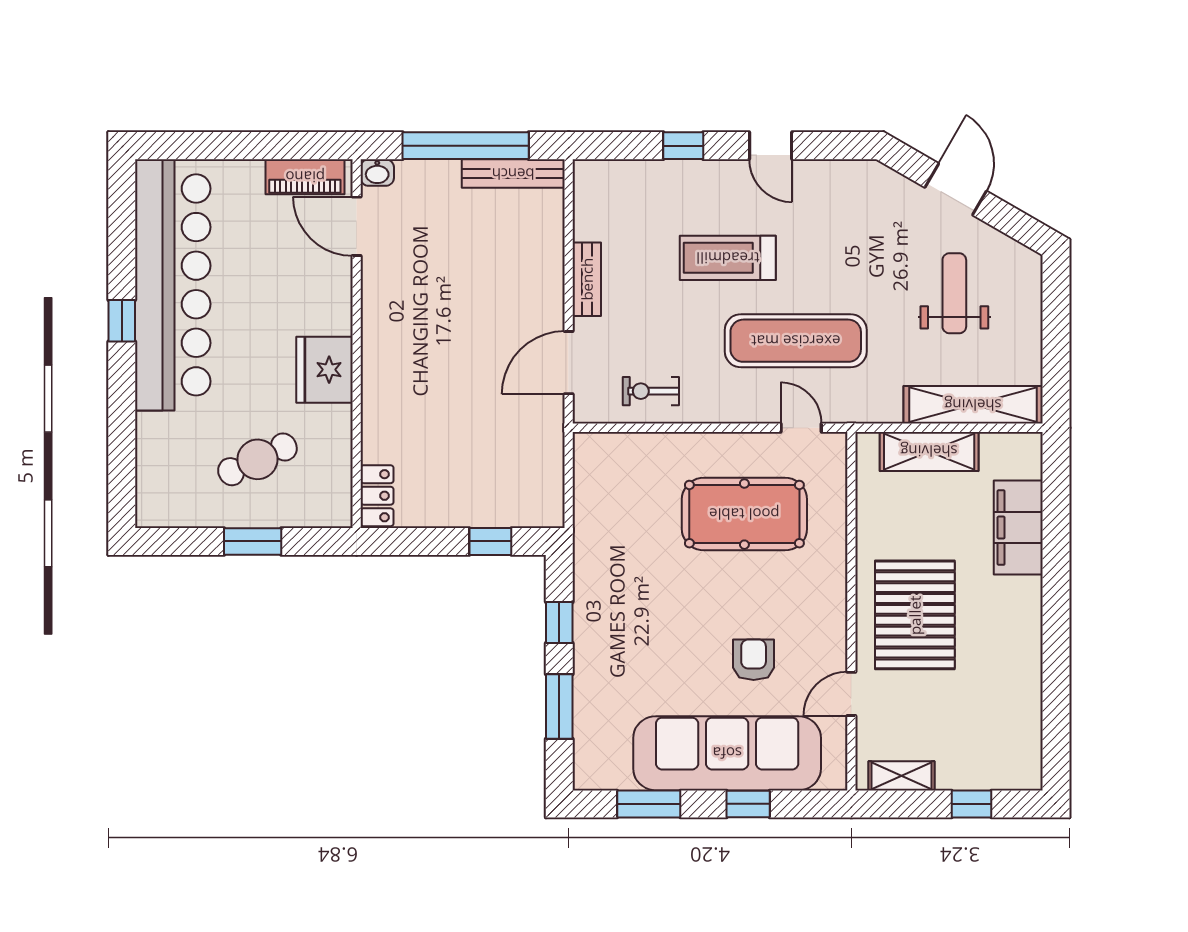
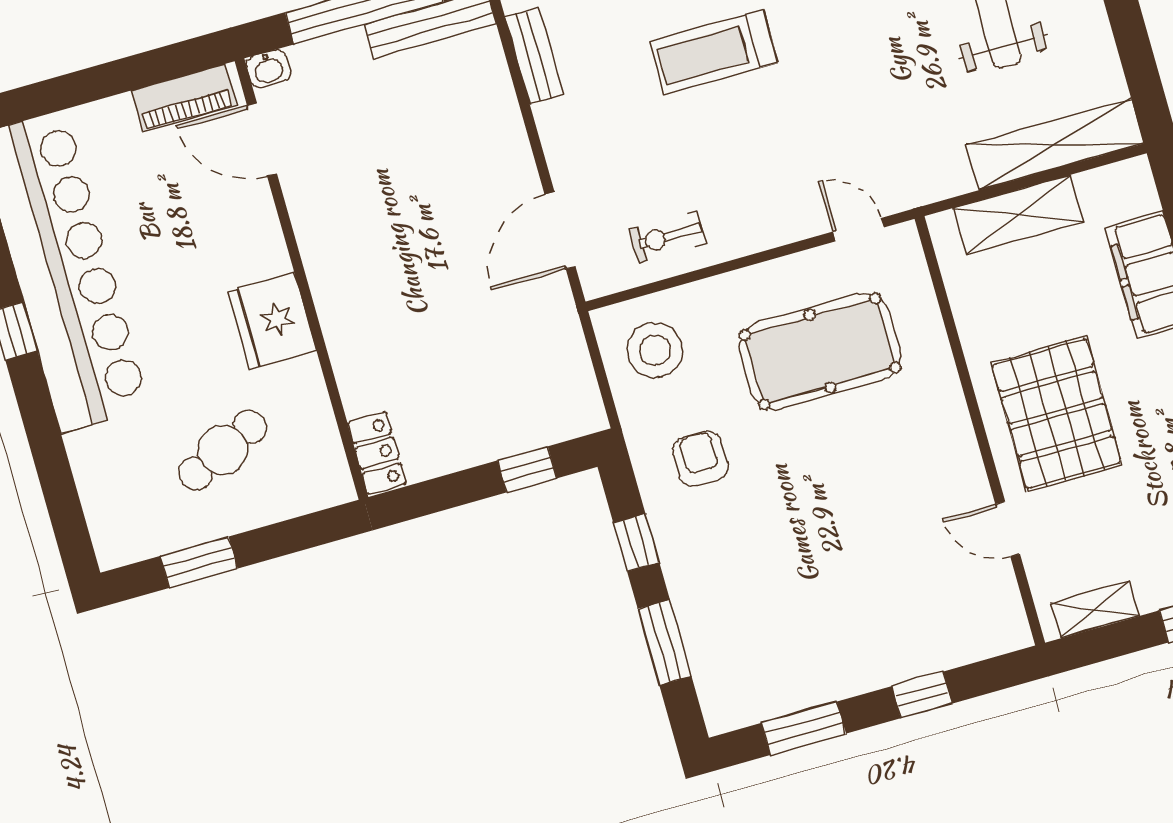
bench: (587, 279) -> (534, 56), moved
exercise mat: (796, 341) -> (823, 128), removed
stool: (616, 477) -> (655, 350), added
window: (253, 541) -> (199, 562), moved
armchair: (754, 660) -> (700, 459), moved
door: (851, 694) -> (1008, 529), hinge flipped
sofa: (727, 753) -> (880, 642), removed

